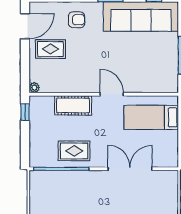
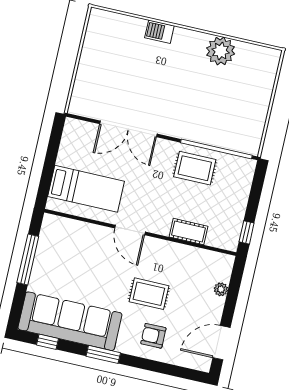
rug: (50, 49) -> (149, 294), moved
plant: (34, 88) -> (221, 289), moved
cot: (73, 105) -> (189, 232), width x0.73, depth x0.75

